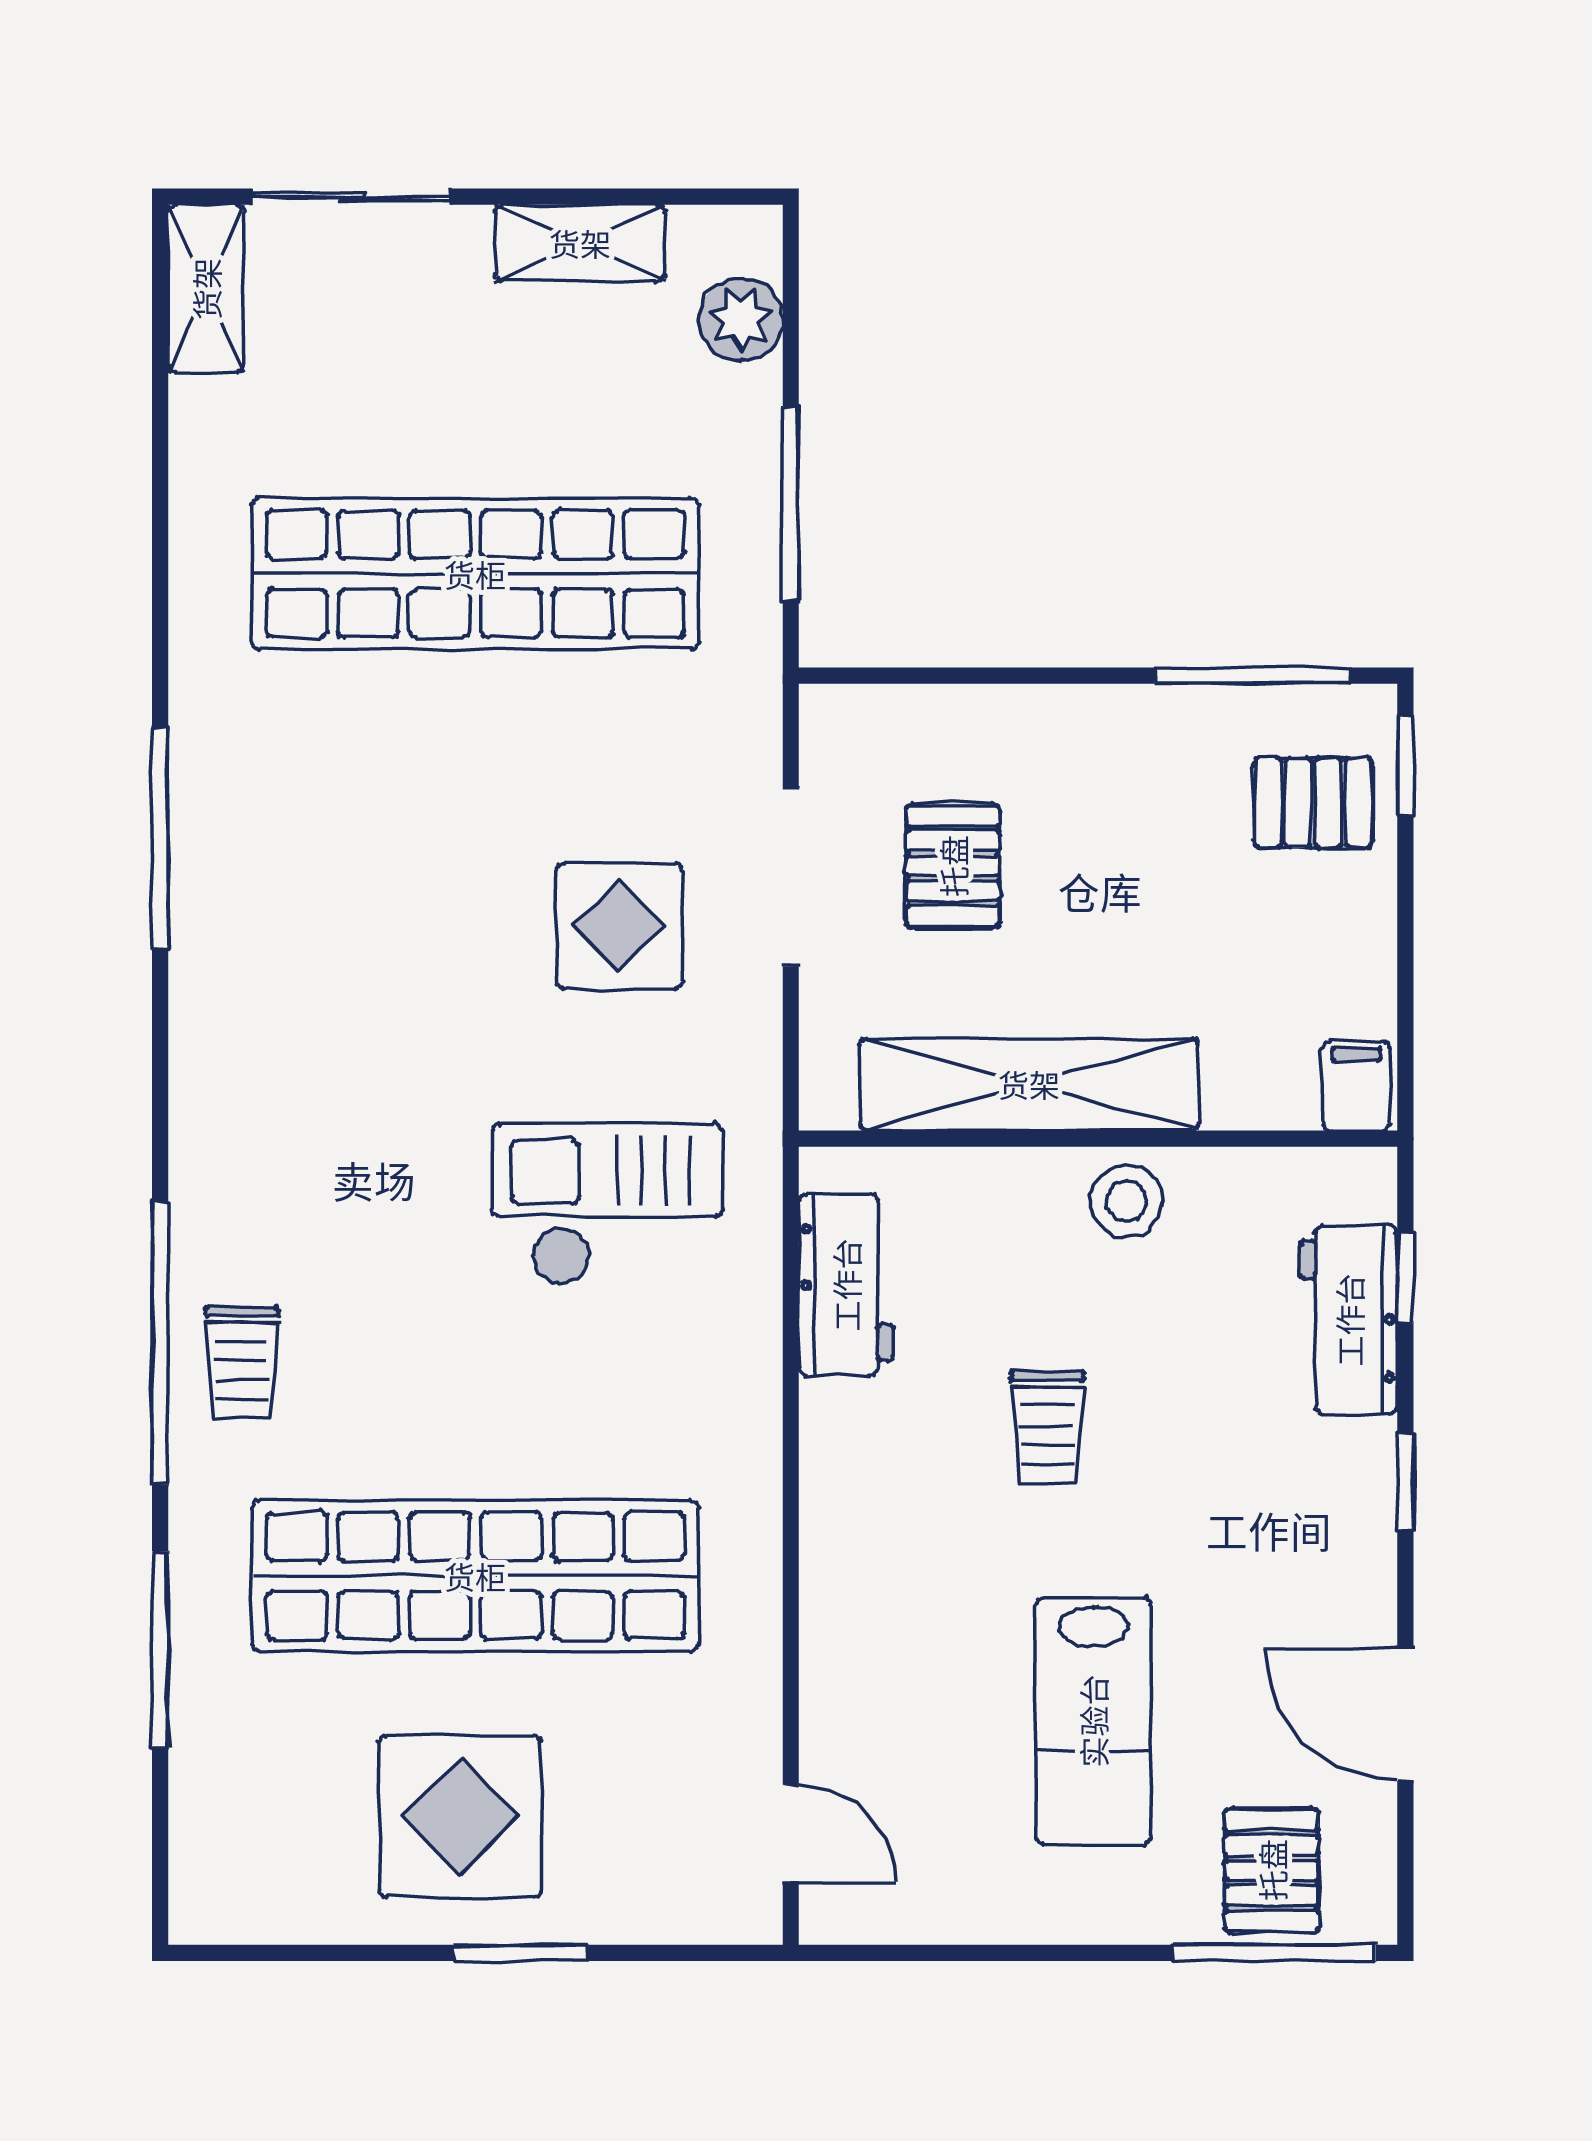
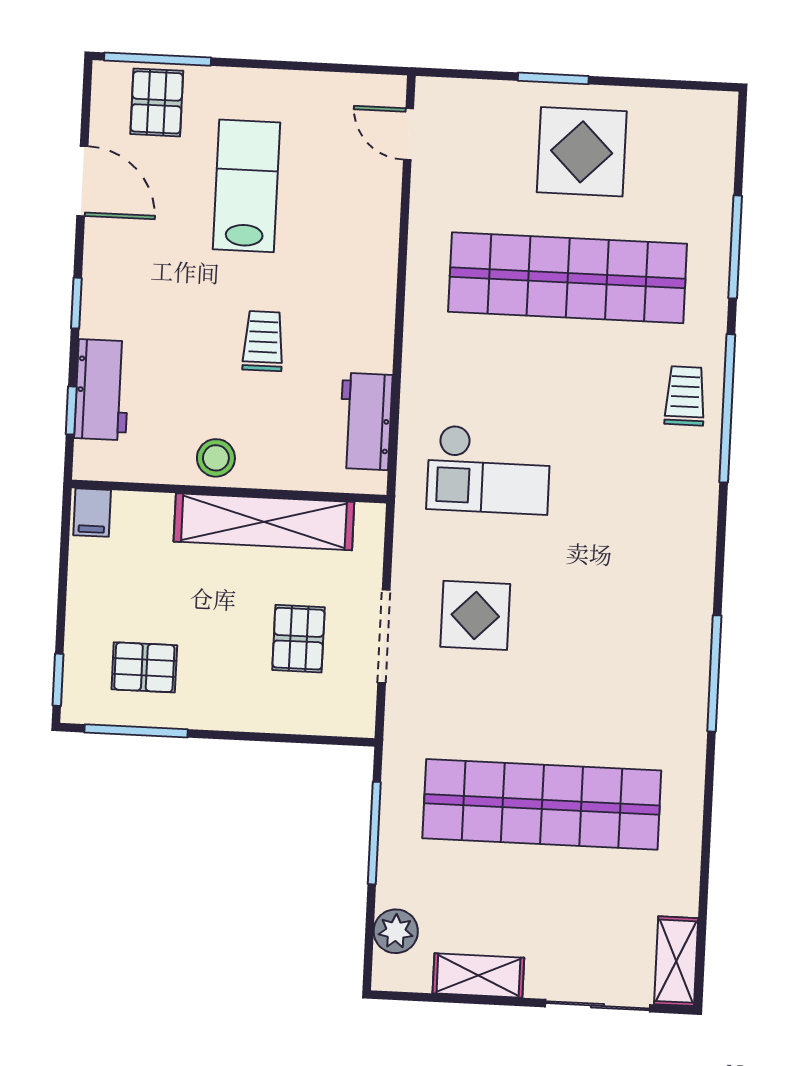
pallet: (1313, 803) -> (144, 667), moved

